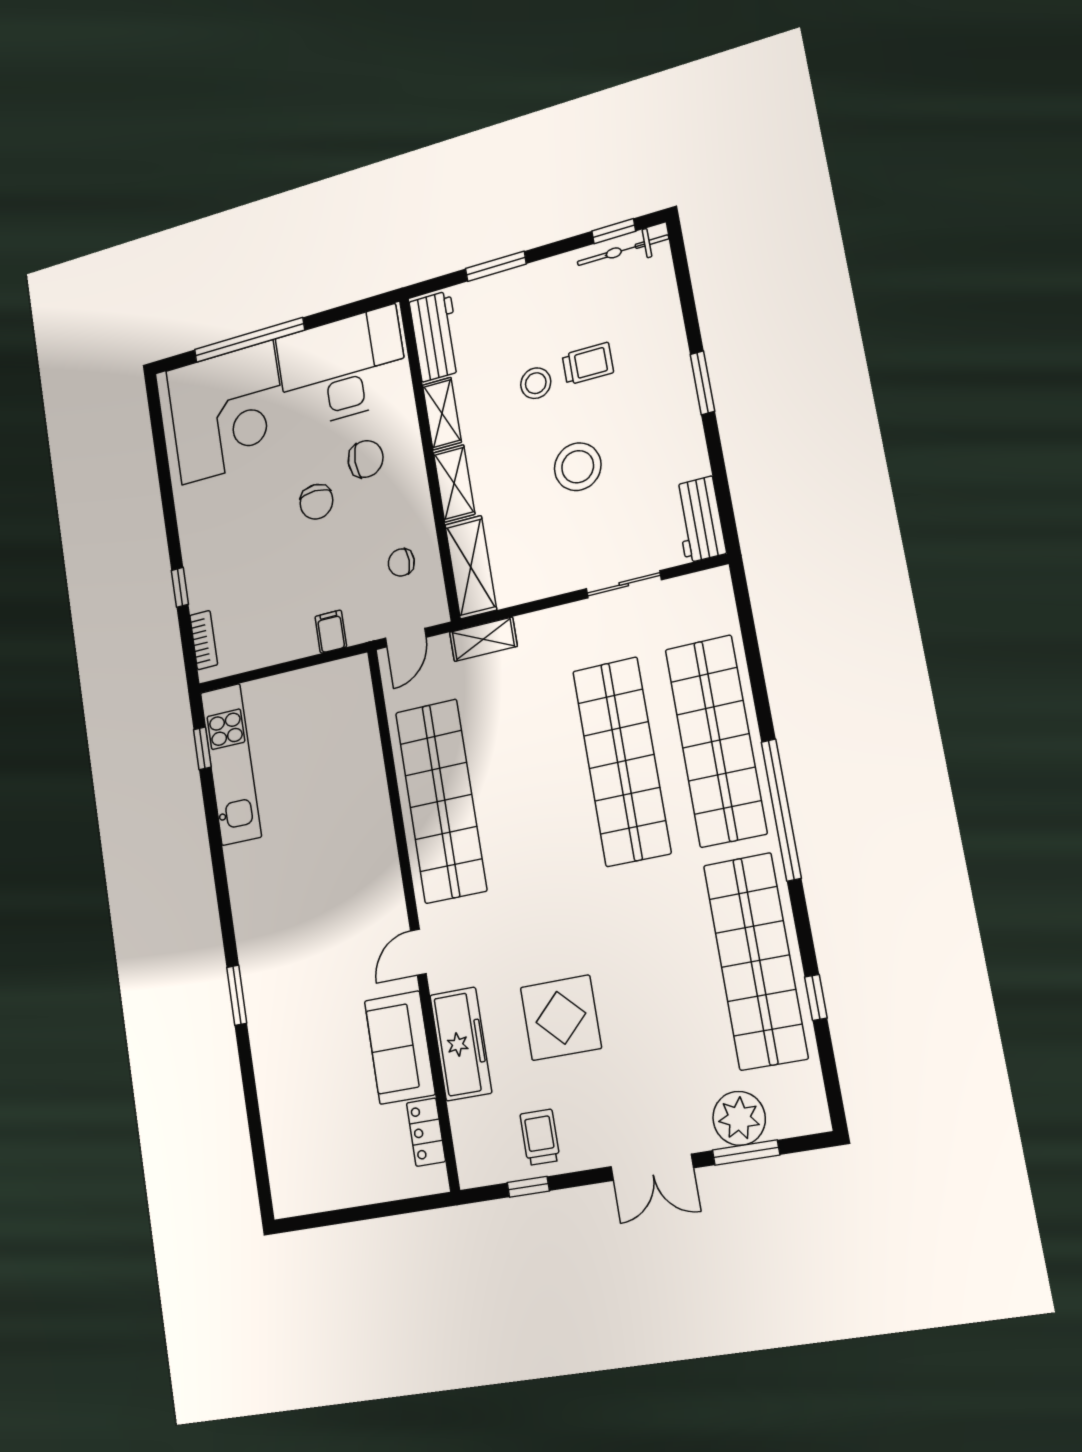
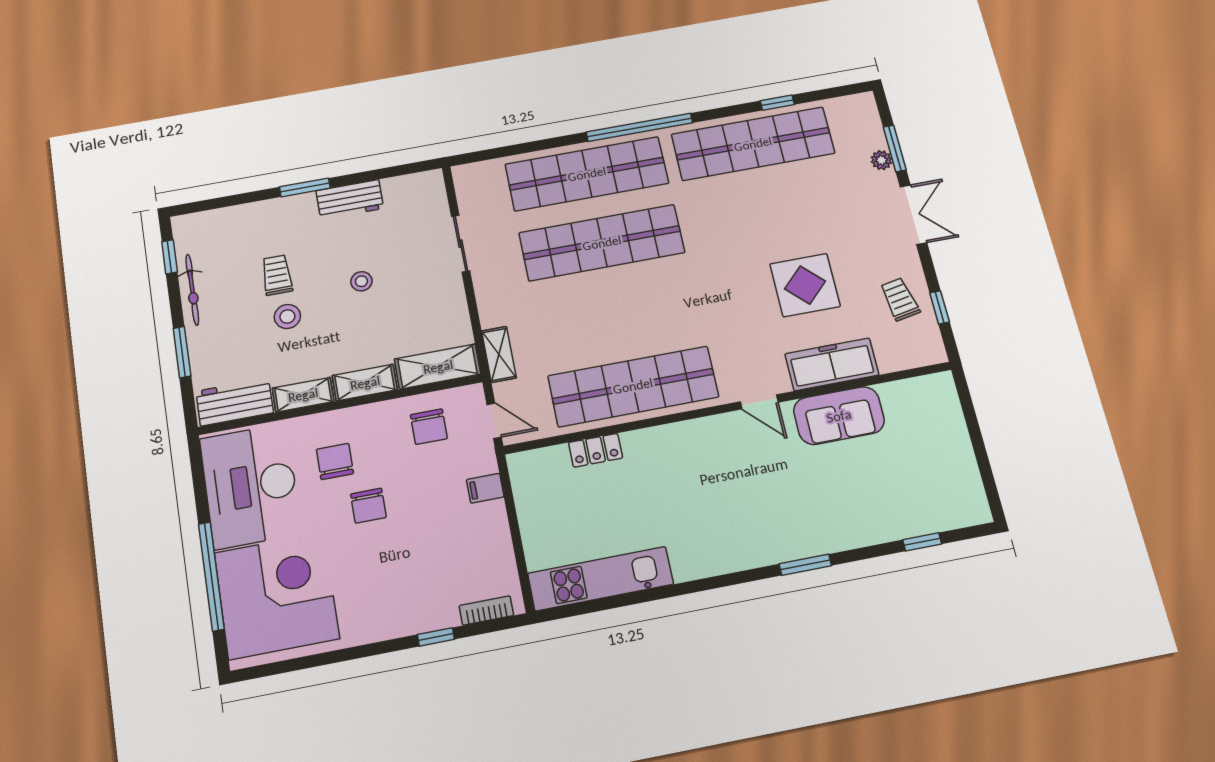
bicycle: (623, 250) -> (192, 290), moved
stool: (578, 467) -> (361, 281), width x0.53, depth x0.53
chair: (316, 502) -> (368, 506), turned 90
workbench: (699, 519) -> (350, 200), moved
chair: (401, 562) -> (429, 427), width x1.37, depth x1.37
window: (202, 748) -> (922, 542), moved
plant: (739, 1118) -> (881, 160), width x0.53, depth x0.53
locker: (426, 1132) -> (596, 450), moved
trolley: (540, 1137) -> (900, 299), turned 79

